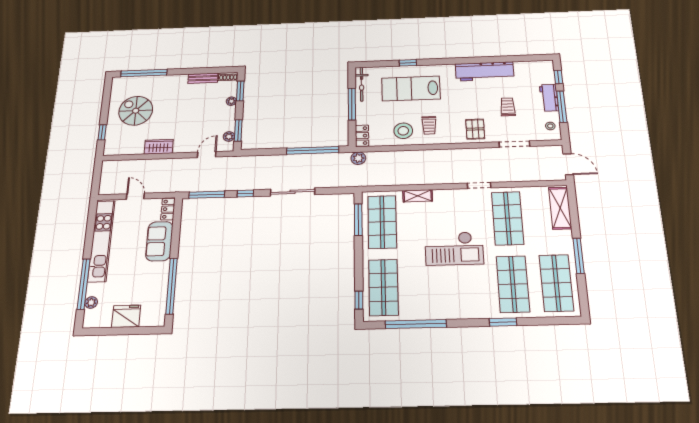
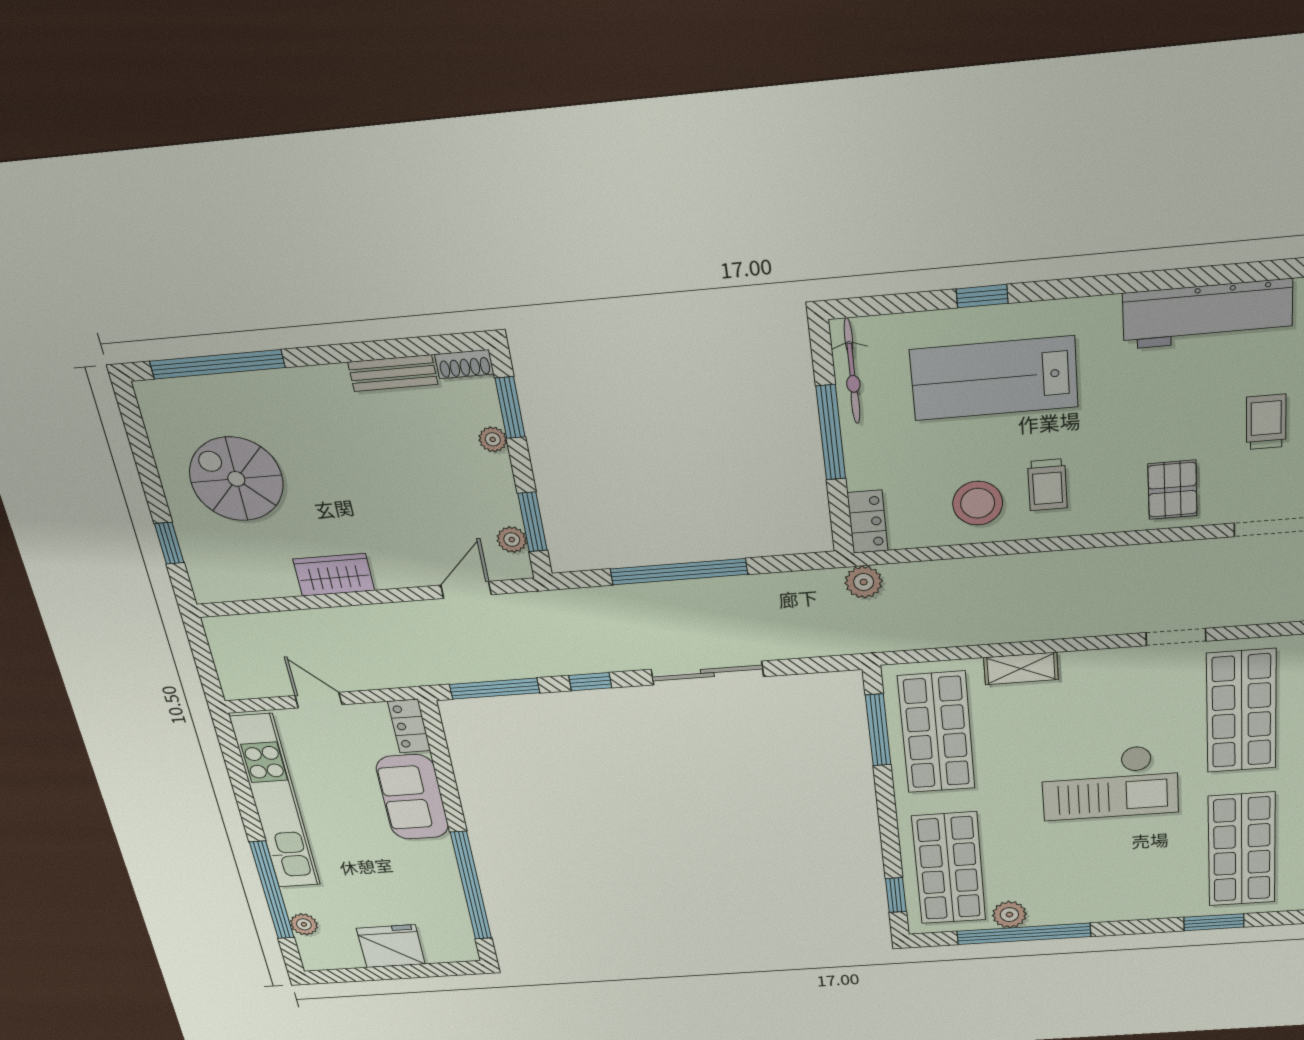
window: (313, 150) -> (679, 572), moved
plant: (409, 313) -> (1009, 915), added

